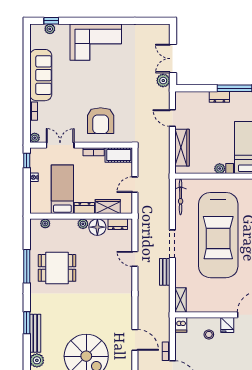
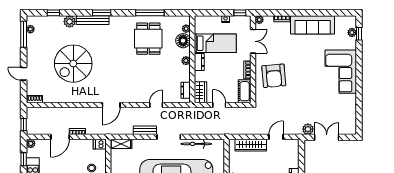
armchair: (101, 121) -> (274, 76), turned -95
bicycle: (181, 197) -> (196, 144), moved
wardrobe: (108, 207) -> (201, 92), moved
floor lamp: (97, 227) -> (183, 41), moved
door: (135, 340) -> (111, 105), moved

